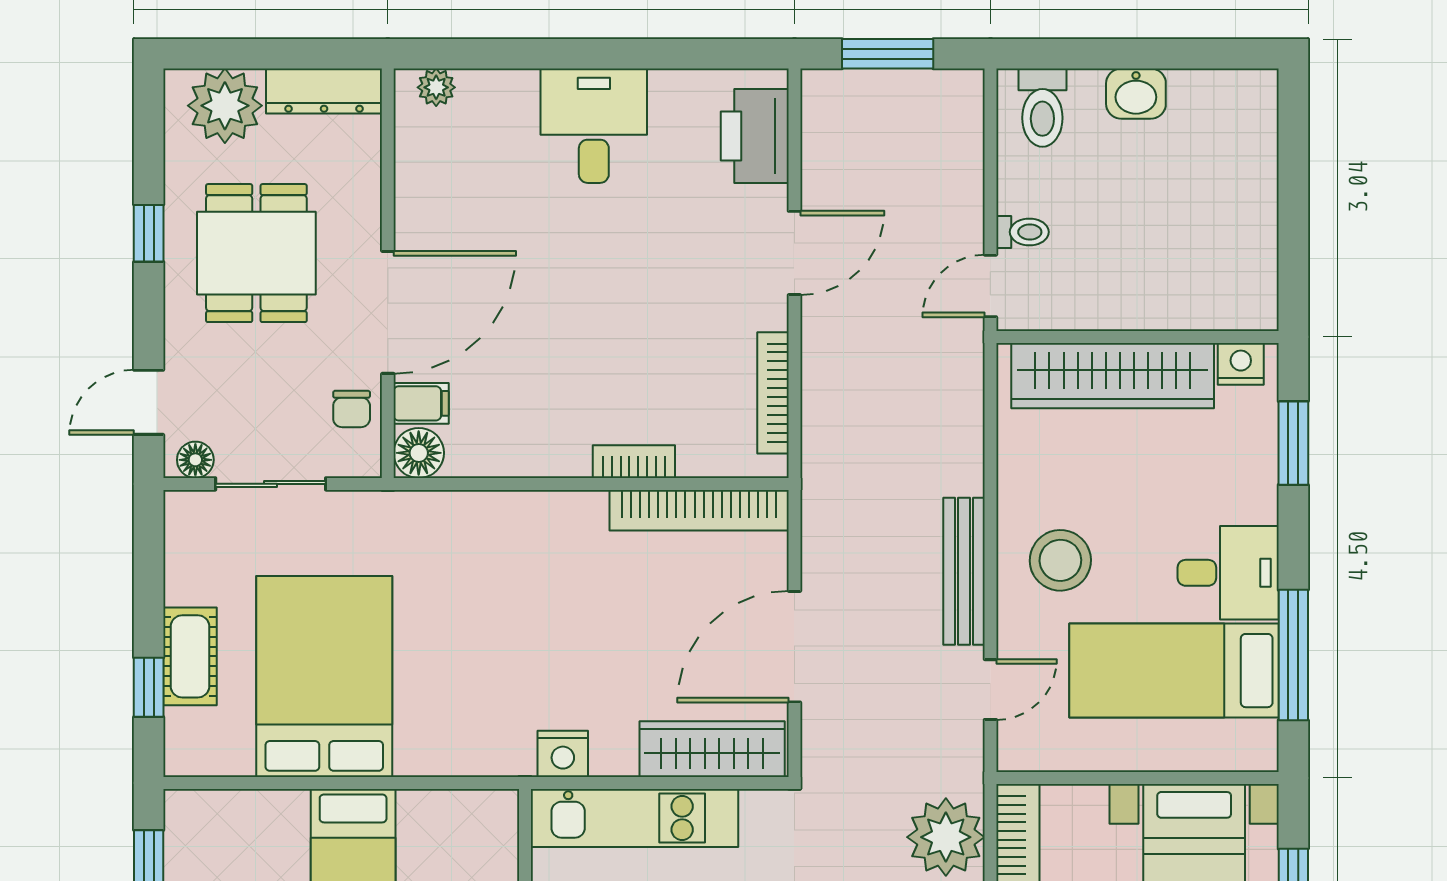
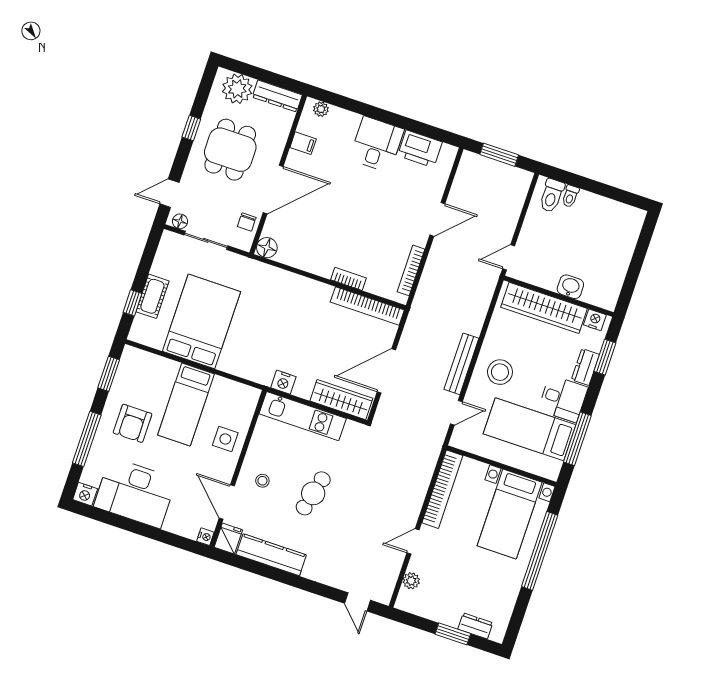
washbasin: (1136, 94) -> (570, 287), moved, turned 180
printer: (755, 136) -> (420, 149), moved, turned -90
toilet: (1023, 232) -> (570, 196), moved, turned 90
filing cabinet: (421, 403) -> (303, 143), moved
dresser: (1256, 481) -> (585, 367), added
plant: (946, 837) -> (420, 464), removed

